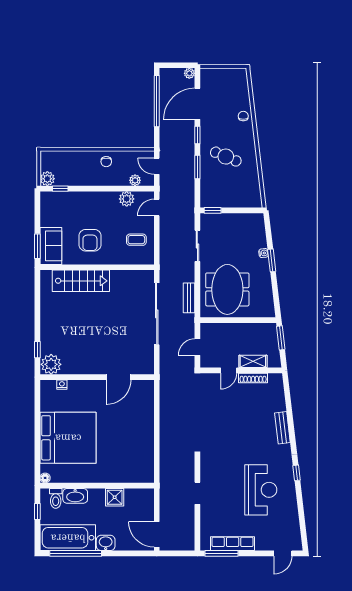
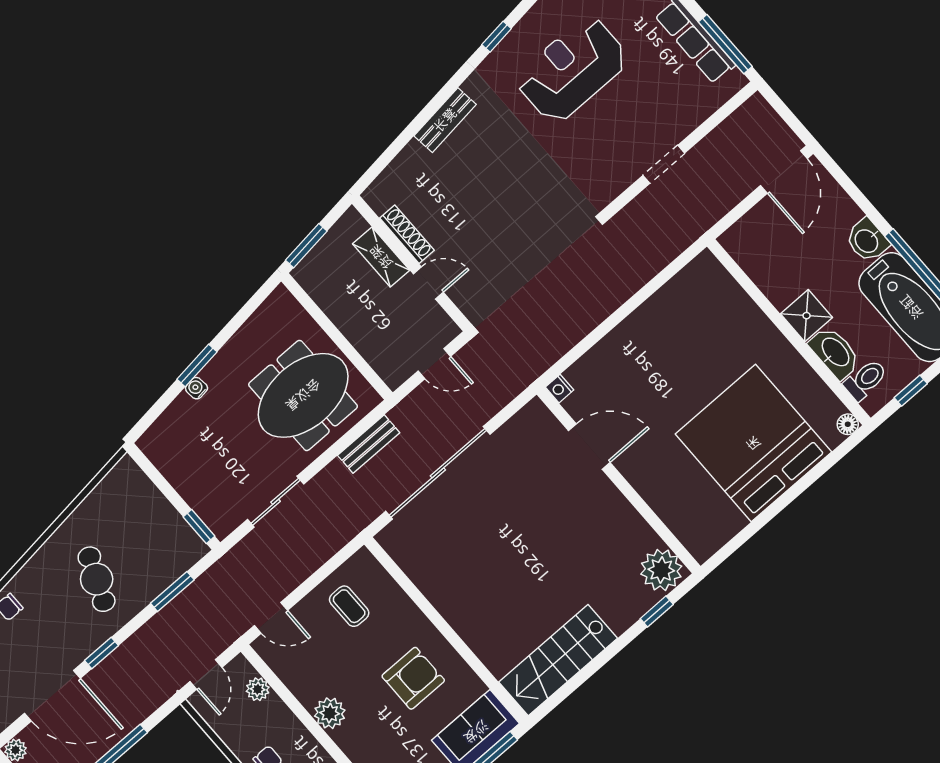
window: (197, 167) -> (172, 592), moved
plant: (127, 199) -> (330, 713), moved
stairs: (81, 281) -> (558, 660), moved, turned -90
nightstand: (62, 385) -> (559, 389), moved
shower: (115, 497) -> (807, 316), moved

